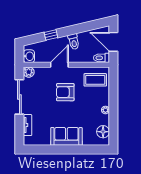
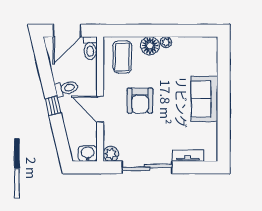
window: (51, 35) -> (53, 106), moved
floor lamp: (103, 132) -> (150, 46), moved

